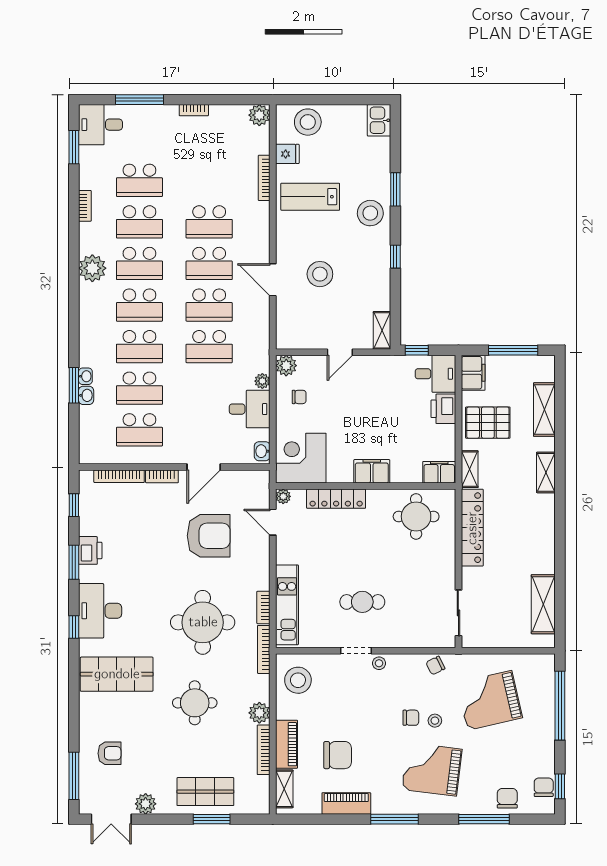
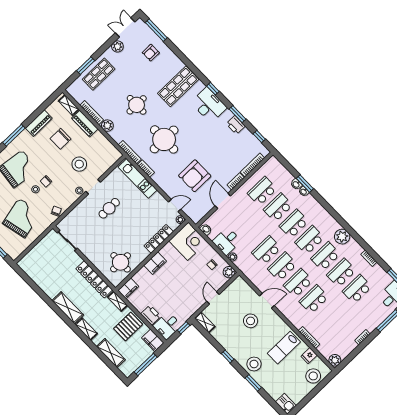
lab bench: (310, 197) -> (284, 348), turned 180
shelving: (543, 604) -> (68, 308), moved
stool: (298, 680) -> (79, 164), moved

